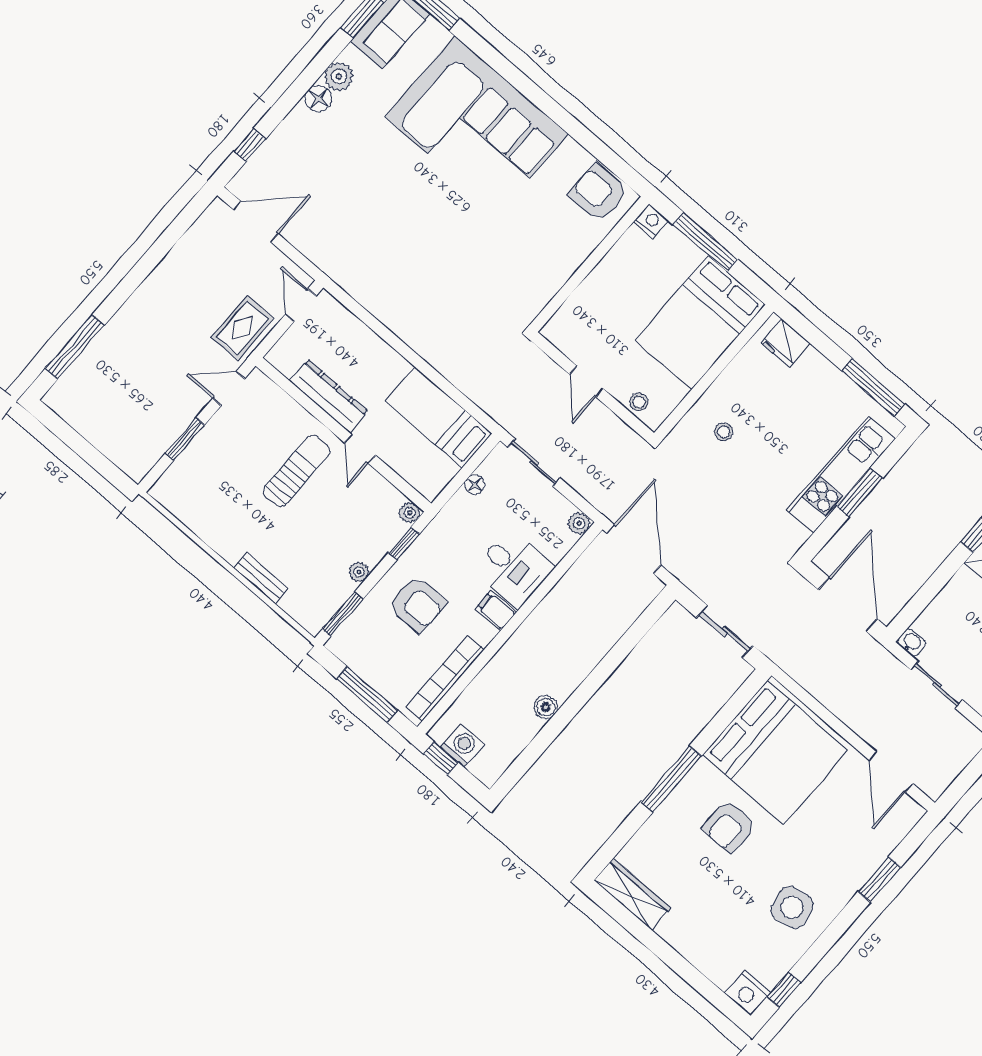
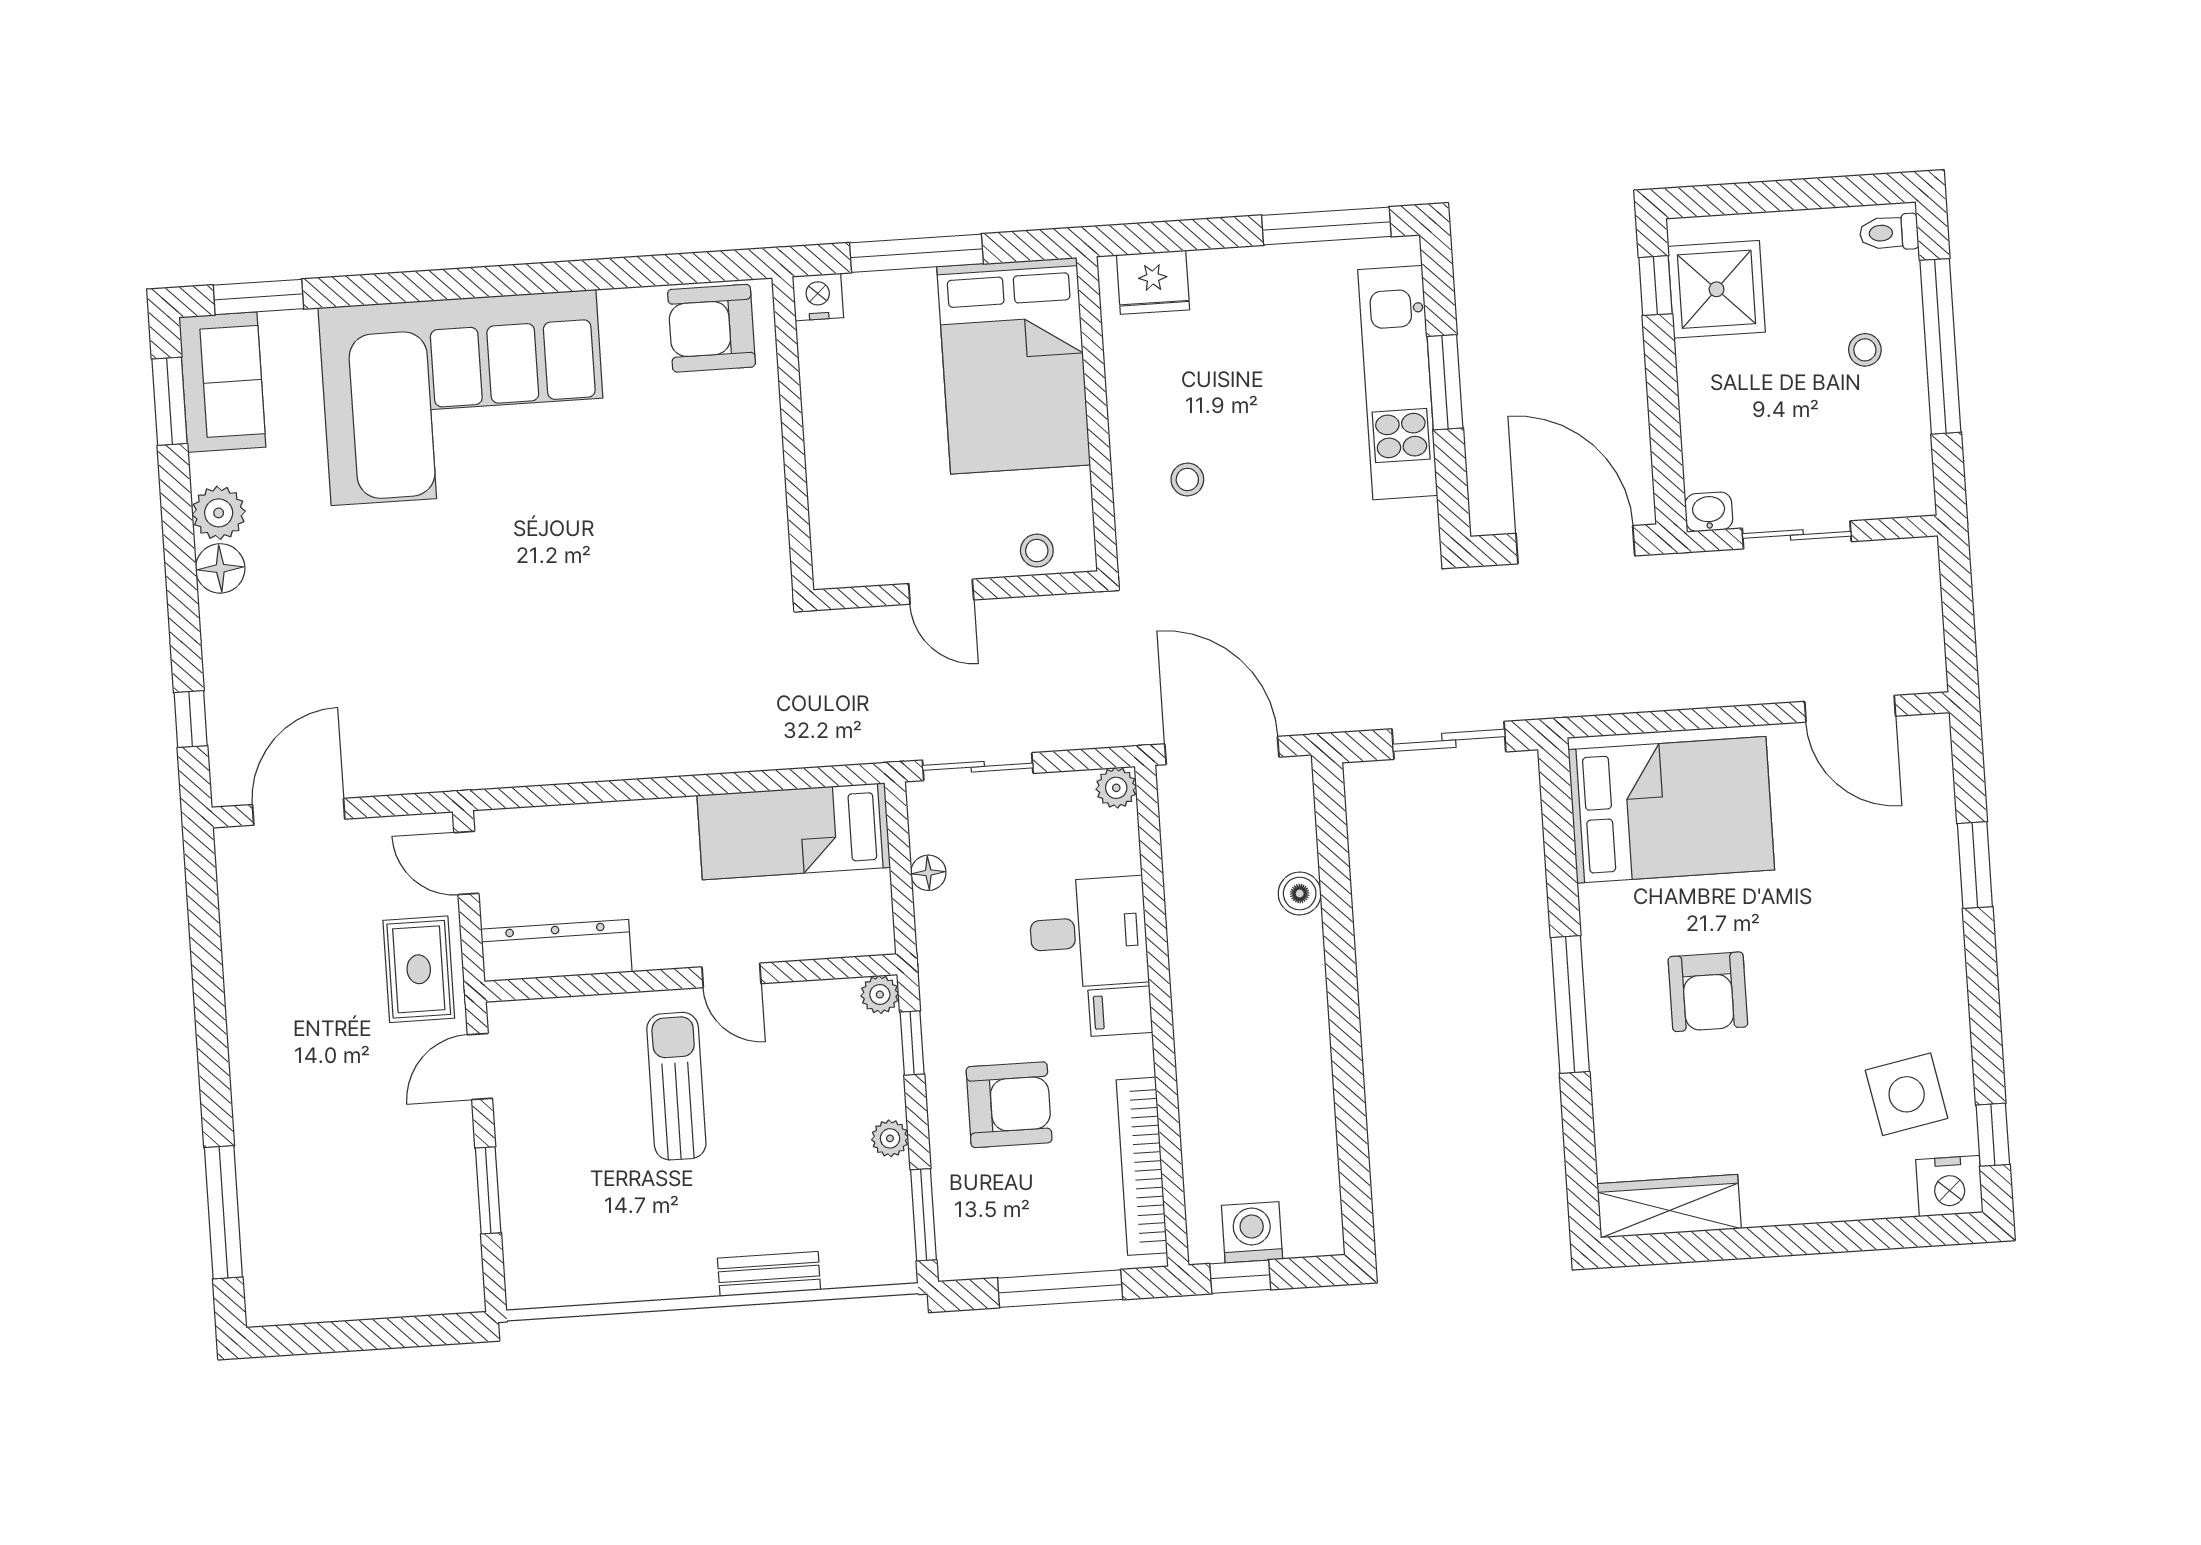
dresser: (329, 396) -> (556, 951), moved
boiler: (546, 707) -> (1300, 894), moved
bed: (775, 753) -> (1671, 810), width x0.73
side table: (792, 907) -> (1907, 1094), moved

